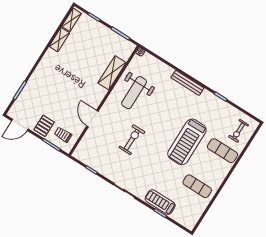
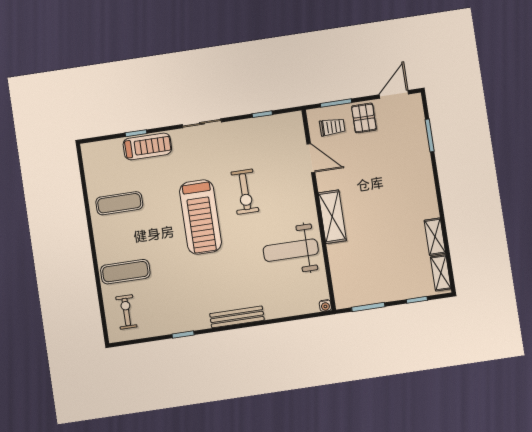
shelving: (112, 73) -> (332, 217), moved
weight bench: (134, 93) -> (291, 250), turned -90
door: (92, 119) -> (311, 158), moved
treadmill: (187, 142) -> (200, 217), moved, turned 180

